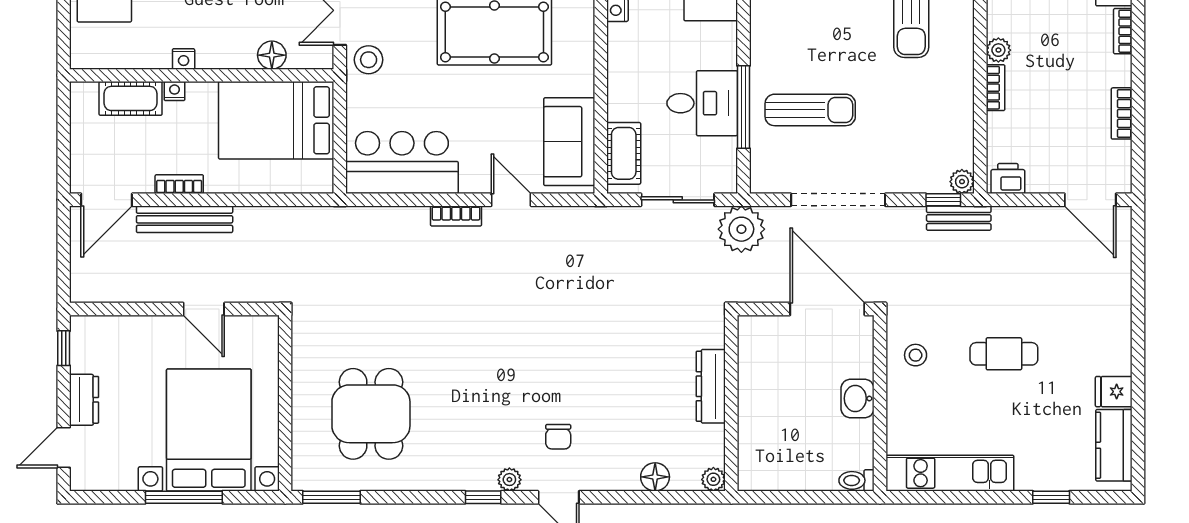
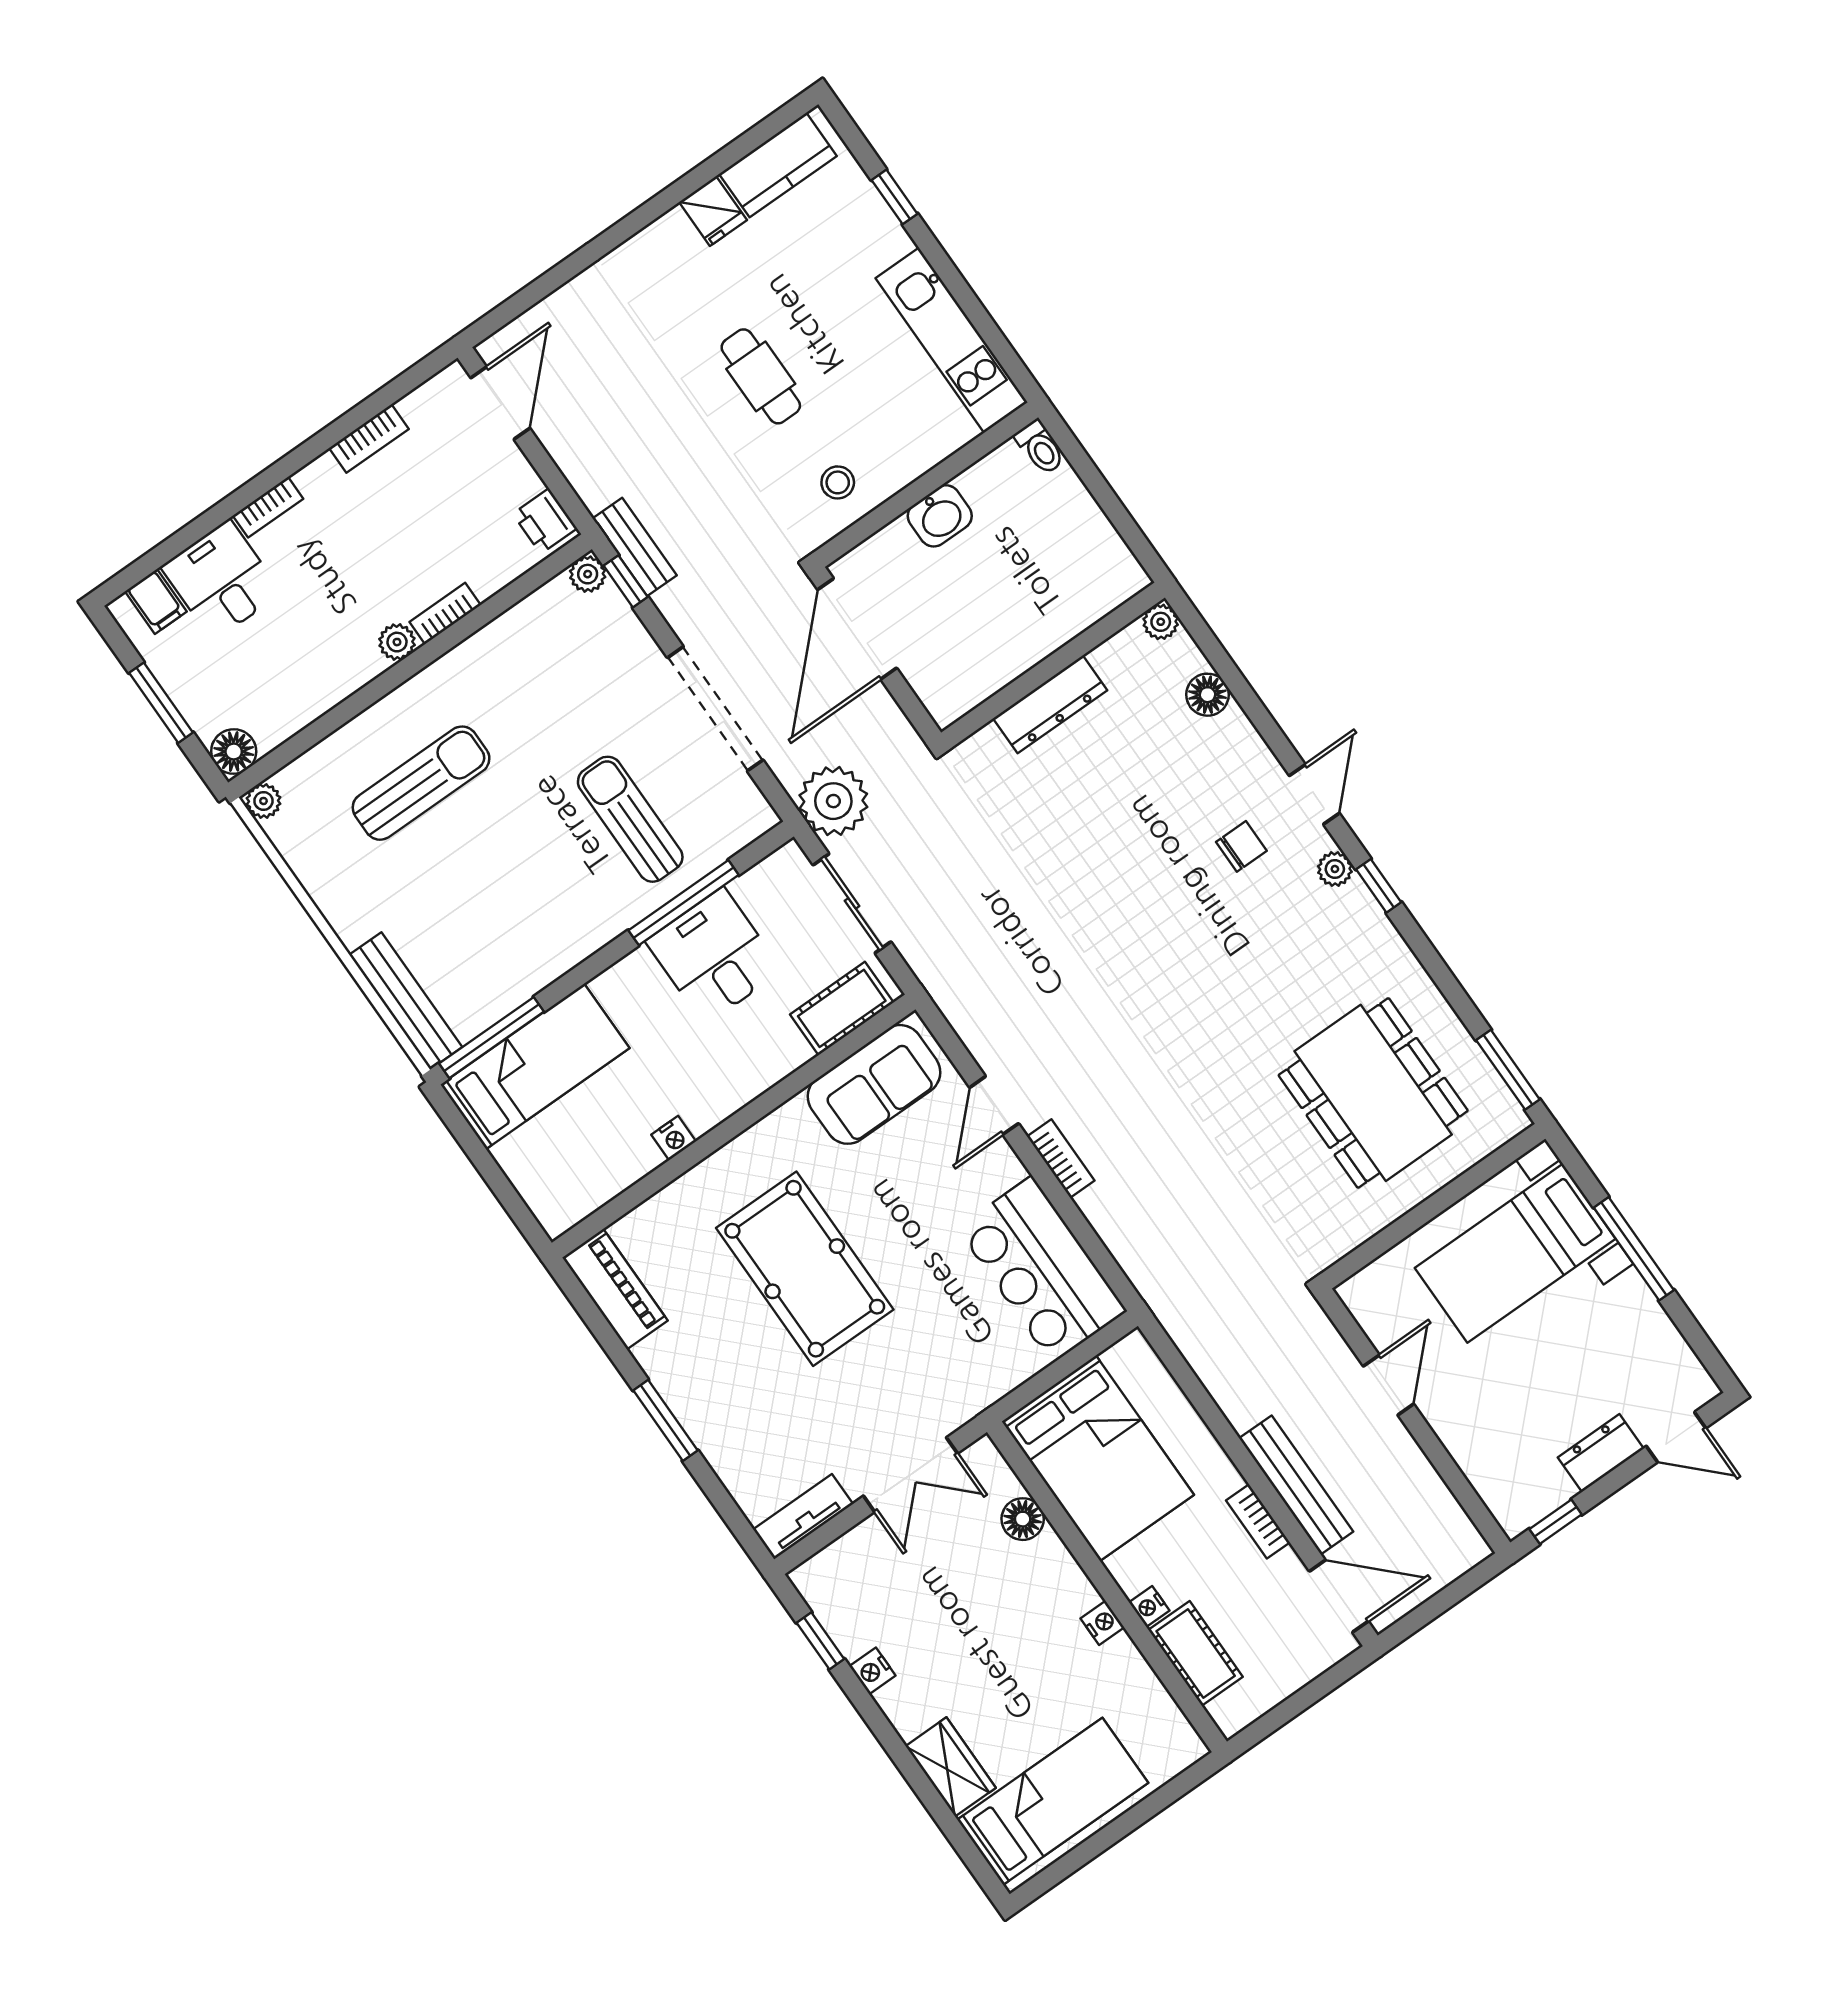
stool: (369, 60) -> (946, 1398), removed
dining table: (371, 414) -> (1373, 1093), width x1.37
bed with nightstands: (209, 430) -> (1515, 1253), width x0.73

